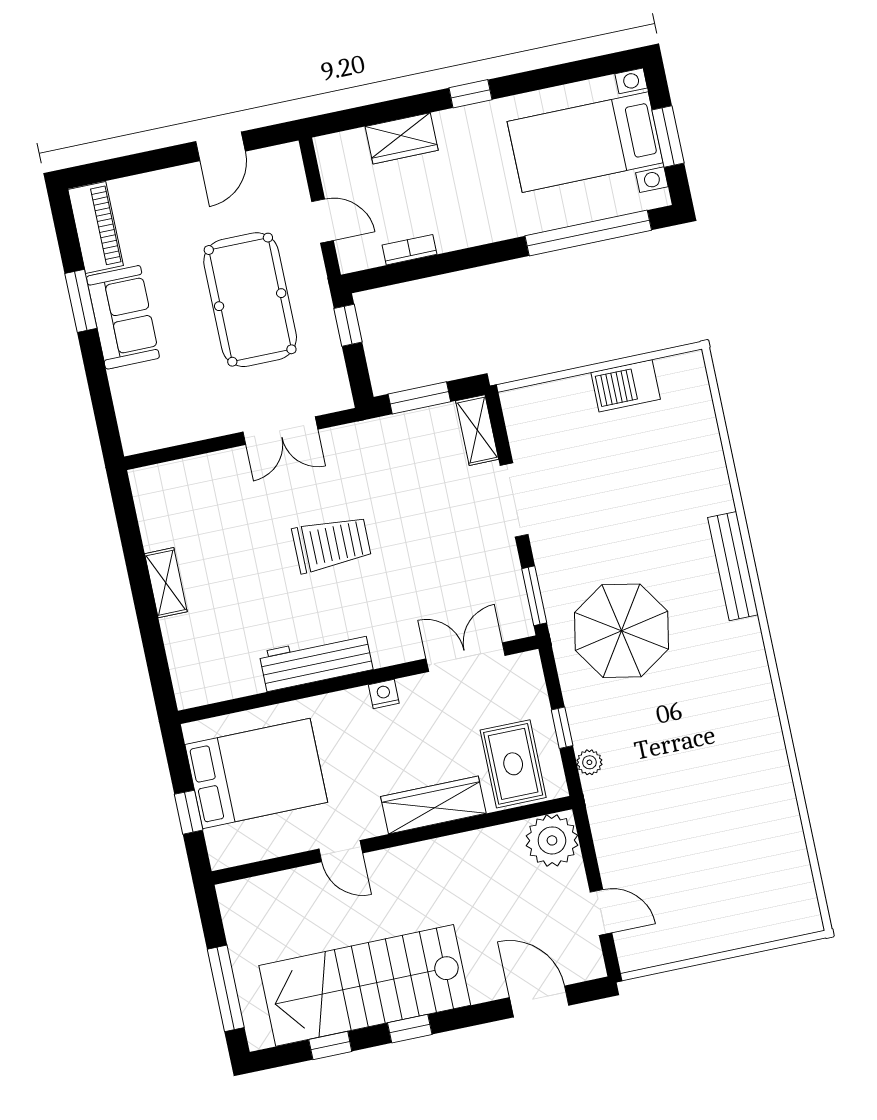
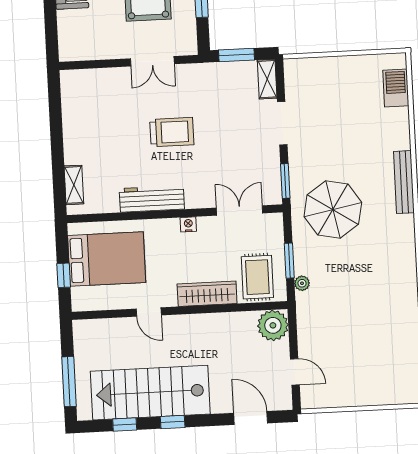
barbecue: (626, 386) -> (396, 88), moved, turned 90
shelving: (166, 583) -> (74, 185), moved
window: (562, 728) -> (289, 261), width x1.50

